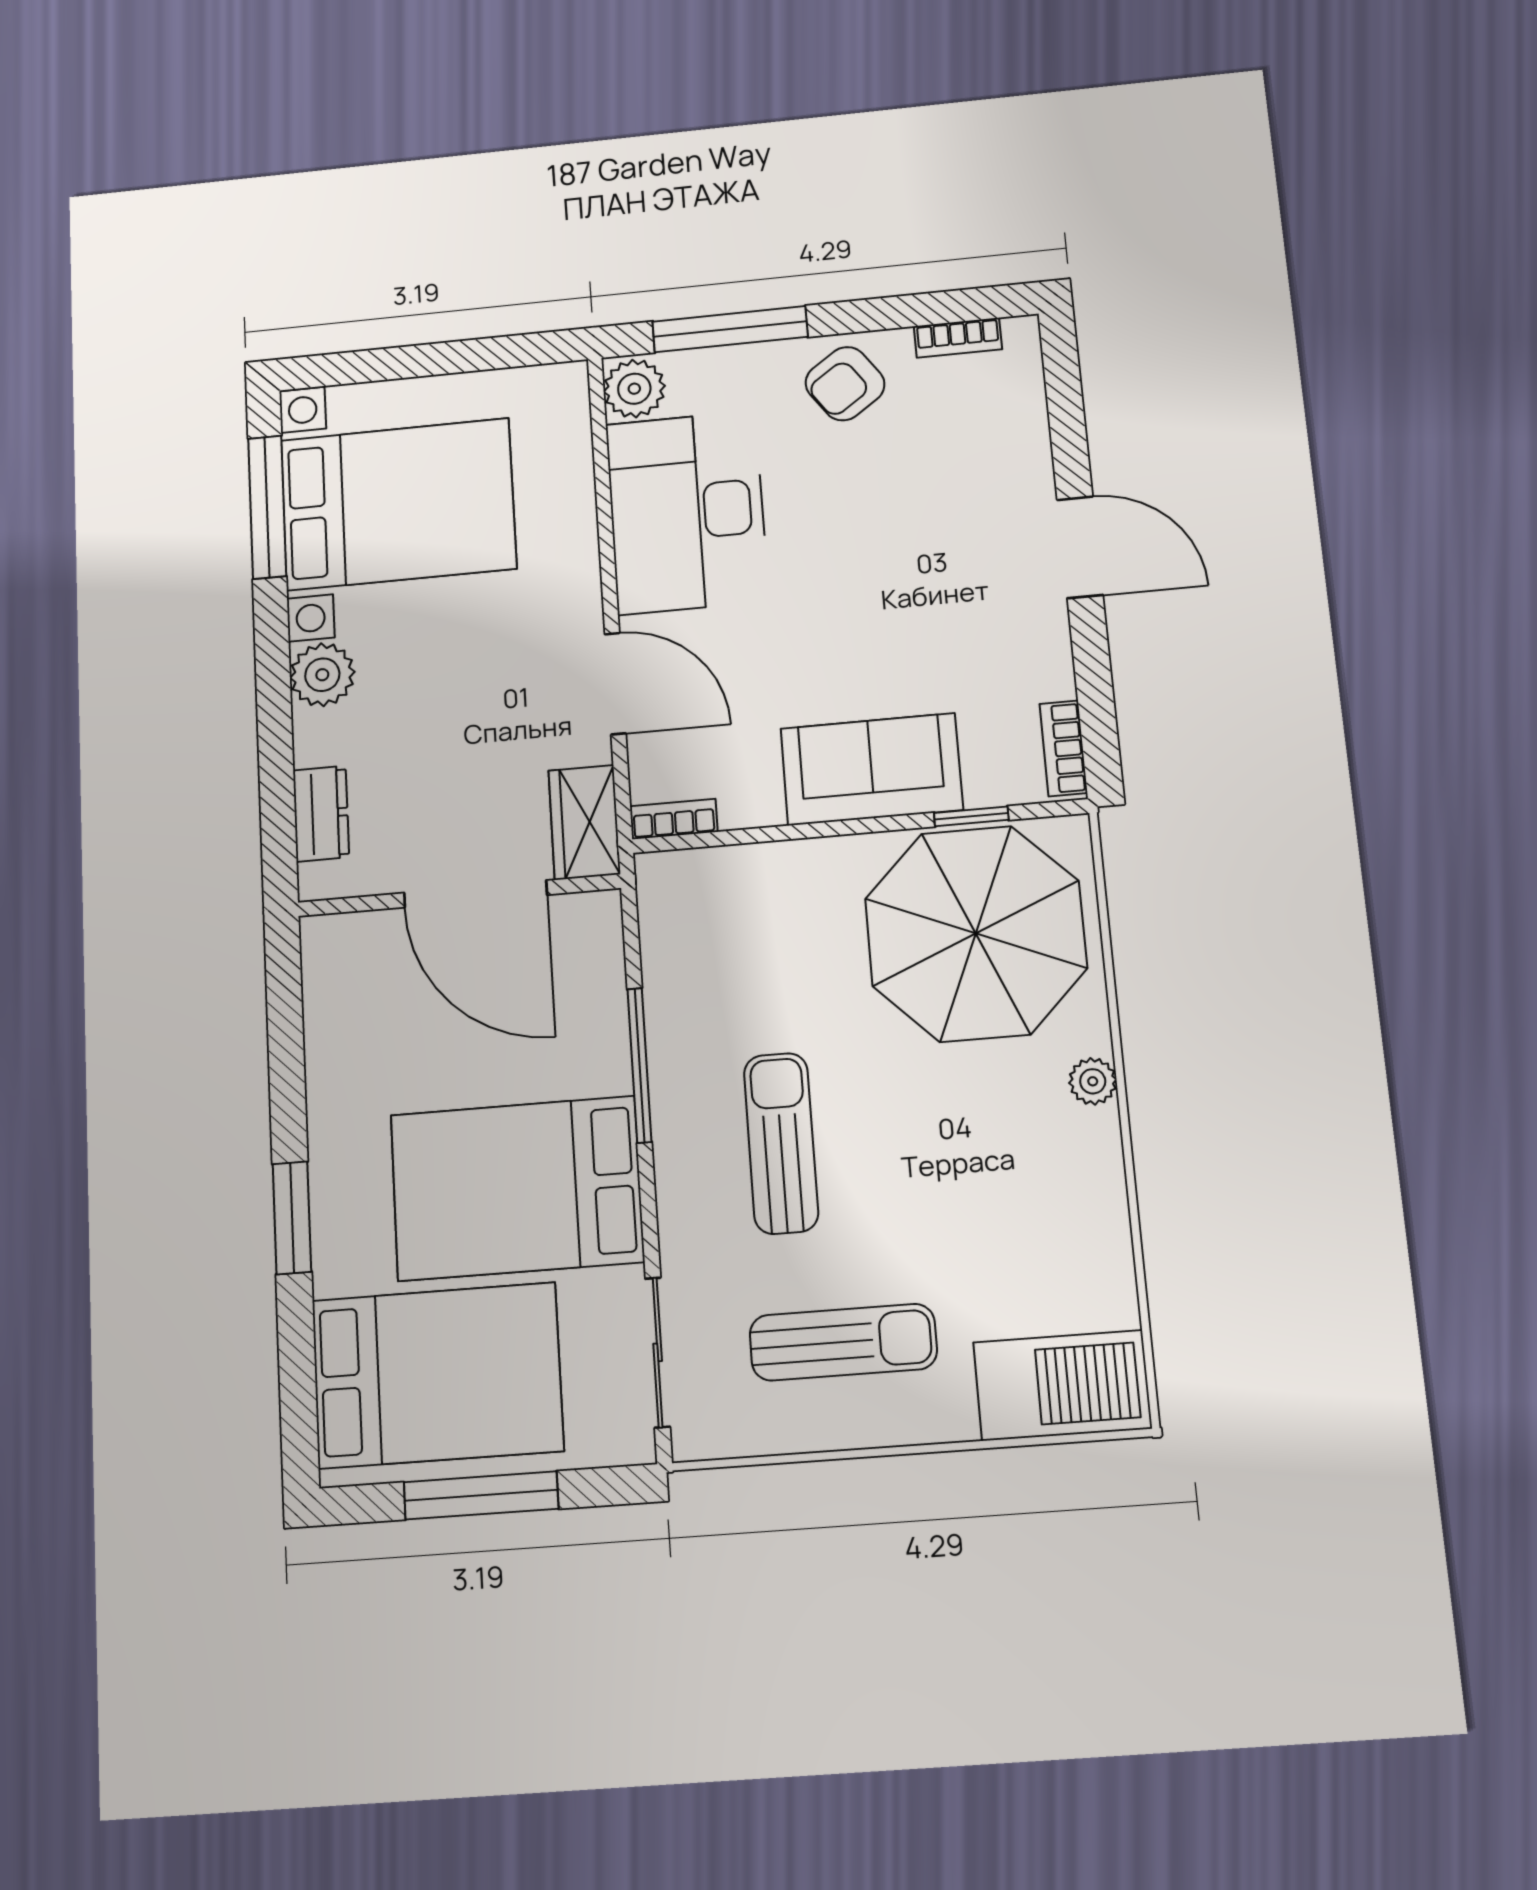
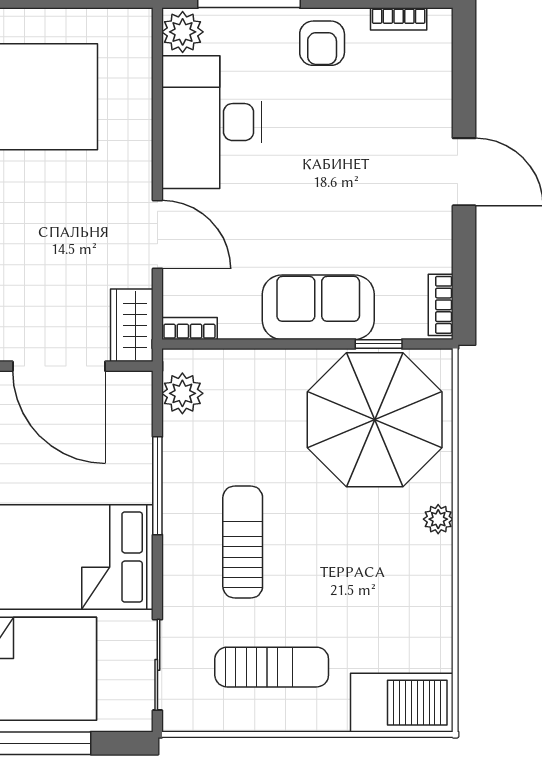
armchair: (845, 384) -> (322, 43), turned -55
plant: (669, 919) -> (182, 393), added

